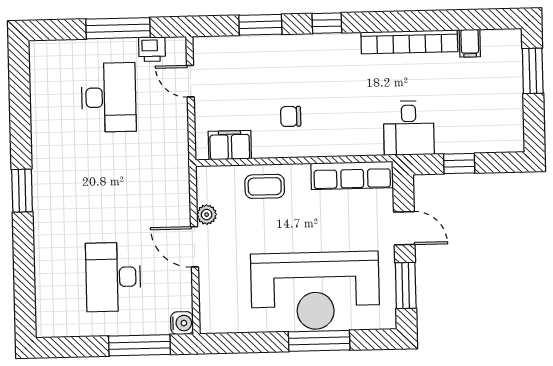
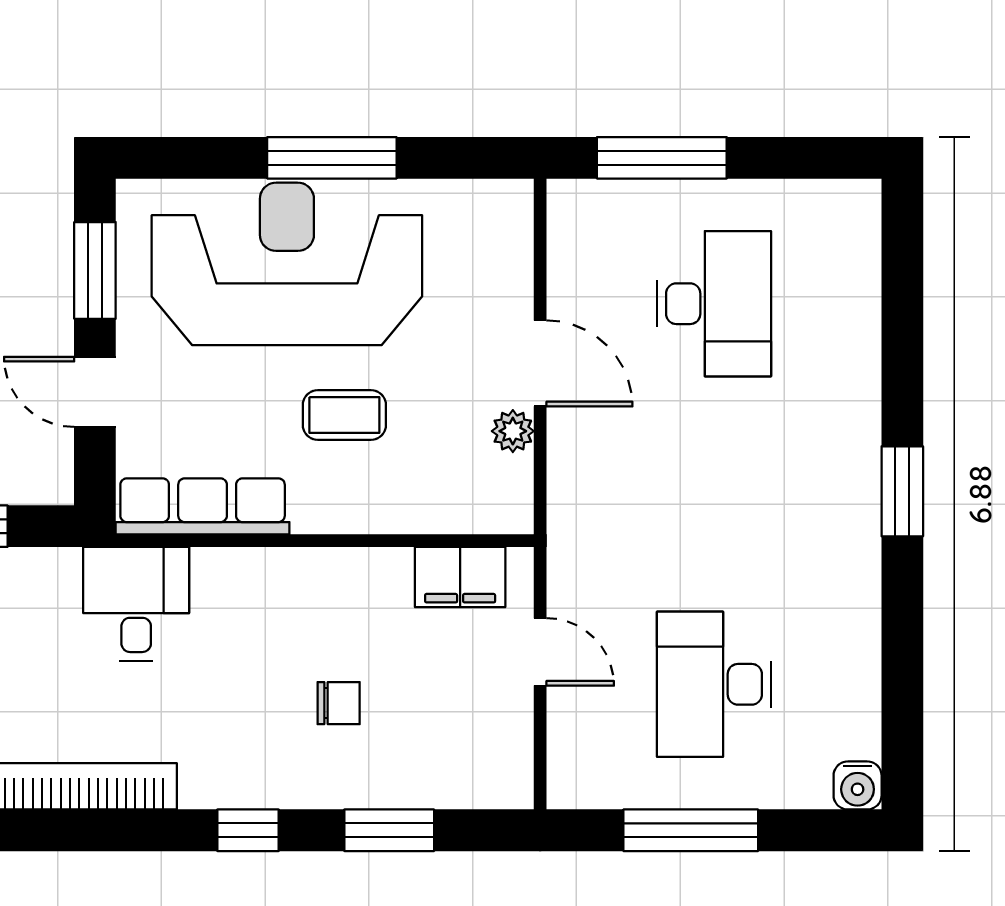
printer: (152, 49) -> (620, 784), removed
door: (190, 81) -> (540, 652), moved
chair: (291, 116) -> (339, 703), moved
desk: (409, 128) -> (136, 604), moved
coffee table: (265, 186) -> (344, 415), moved
water cooler: (182, 323) -> (858, 785), moved, turned -90
window: (319, 341) -> (332, 158), moved

